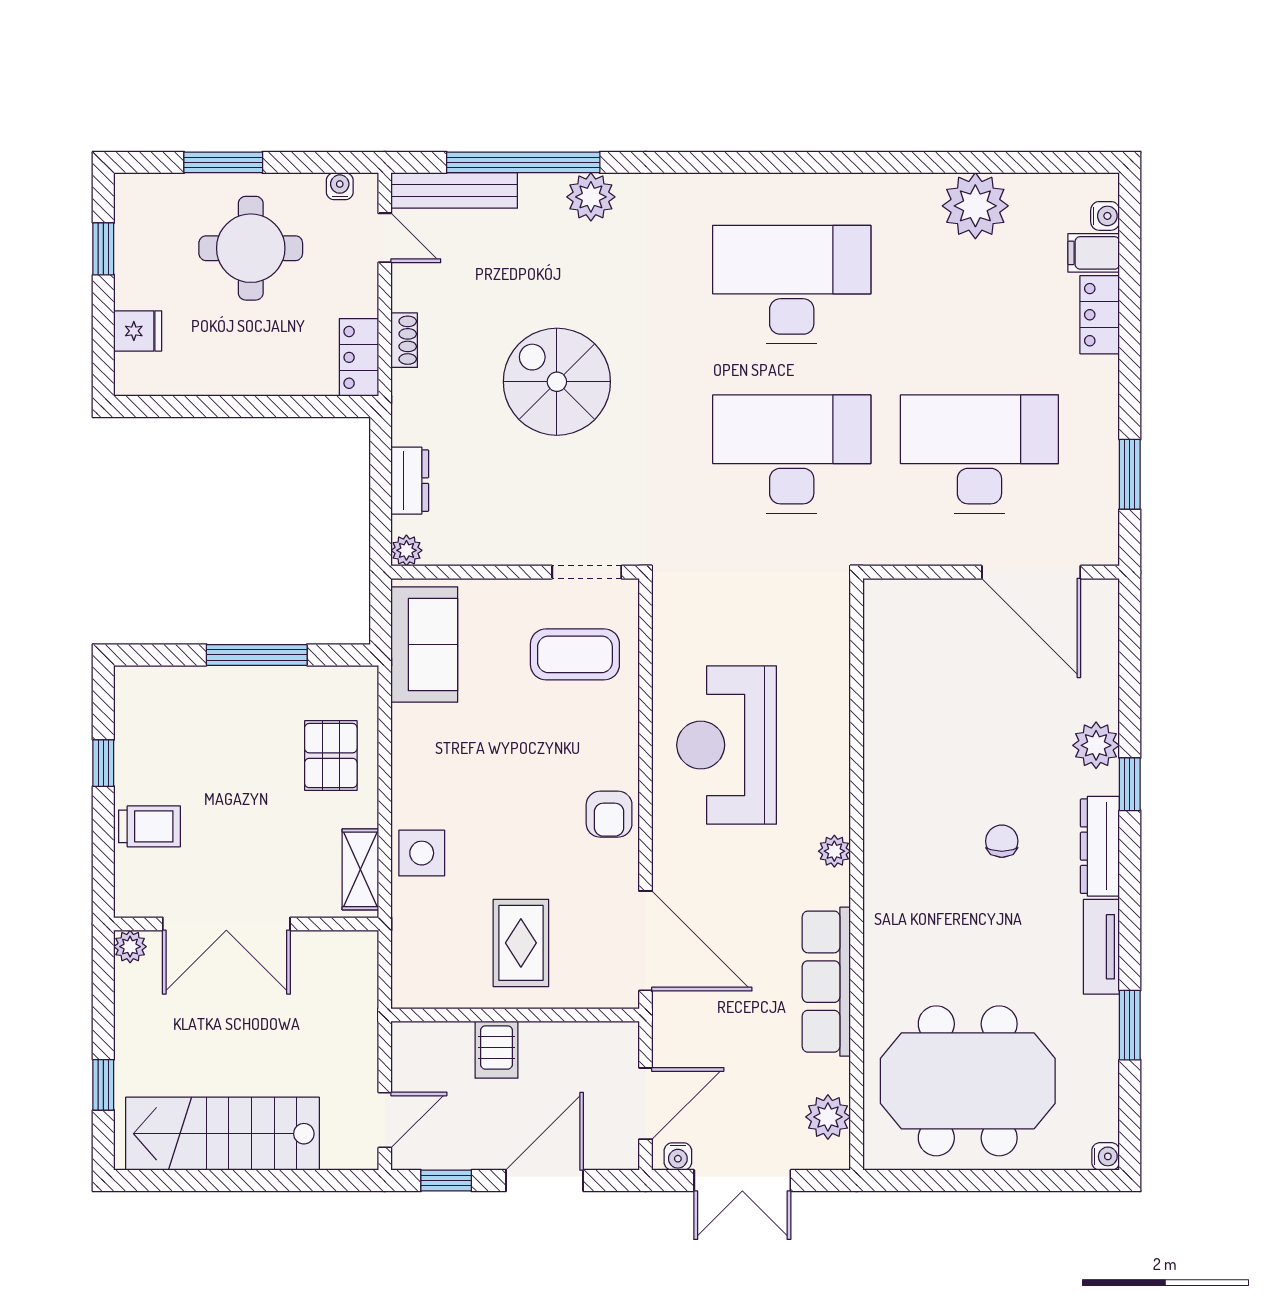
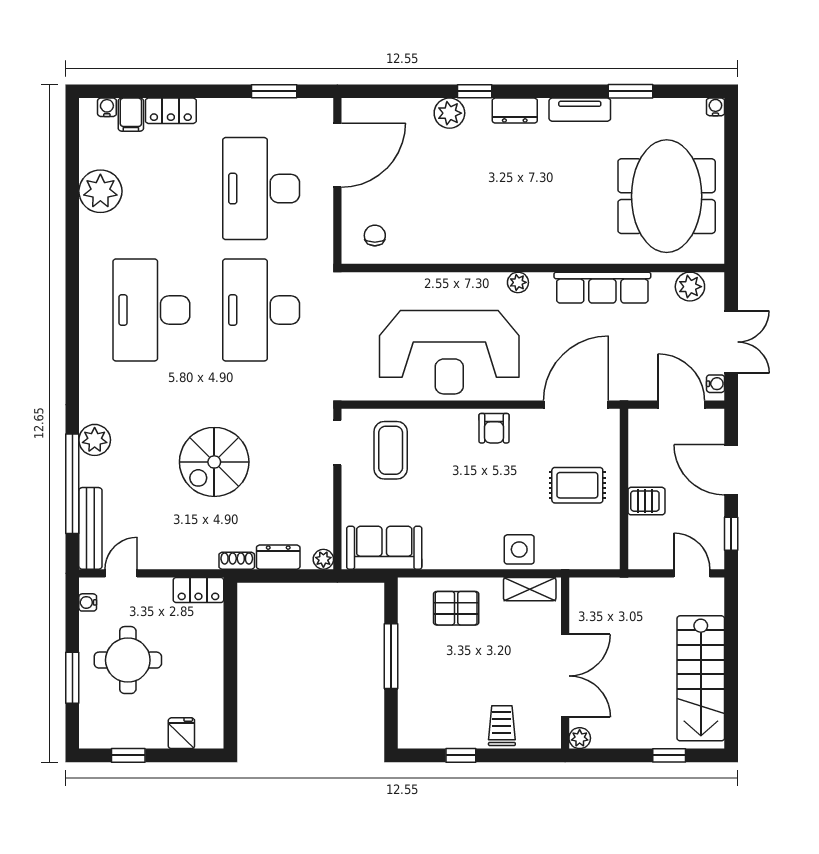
shoe rack: (404, 340) -> (237, 561), moved
reception desk: (727, 745) -> (449, 352), width x1.36, depth x1.30
armchair: (609, 814) -> (494, 428), turned 90
chair: (1002, 841) -> (375, 235), moved, turned 90
dresser: (1100, 846) -> (515, 111), width x0.70

